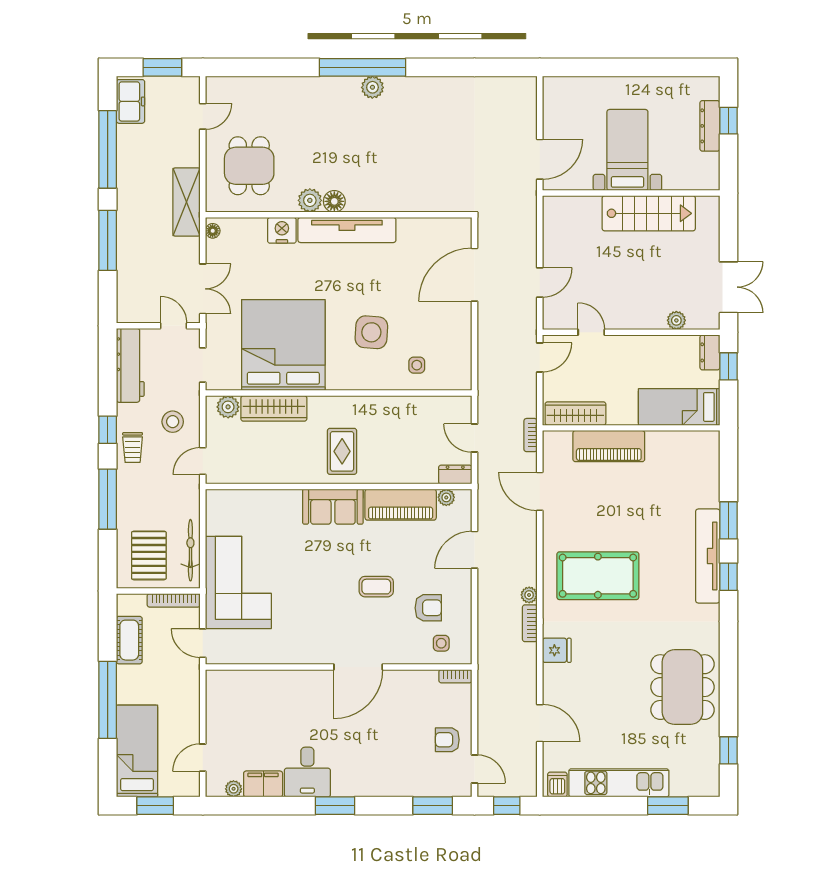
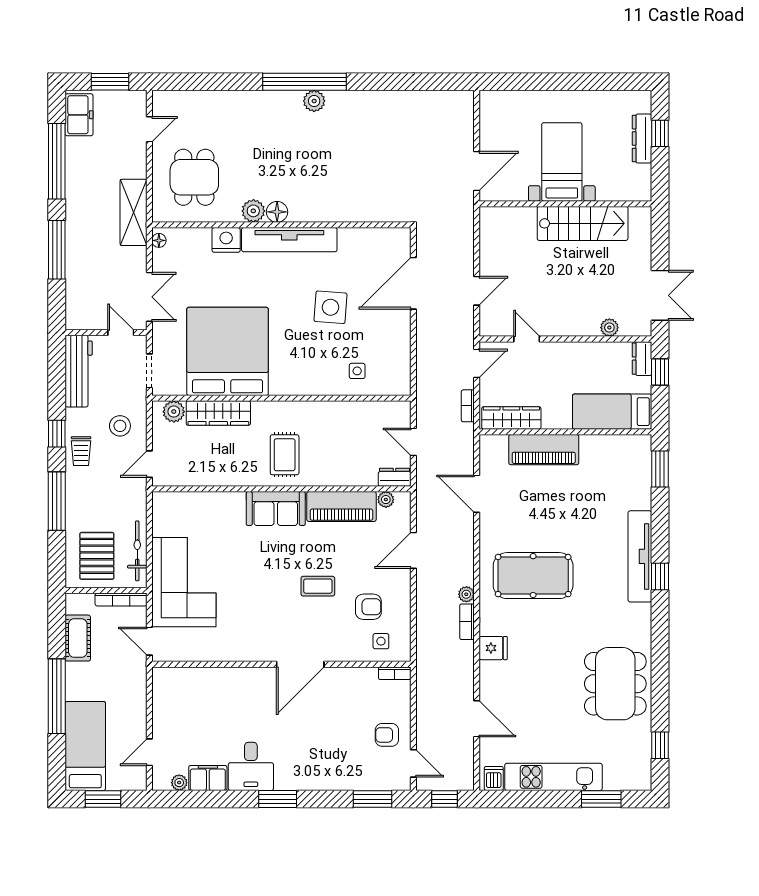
side table: (371, 332) -> (331, 307), moved
bookcase: (531, 435) -> (468, 406), moved
window: (728, 520) -> (660, 469), moved

